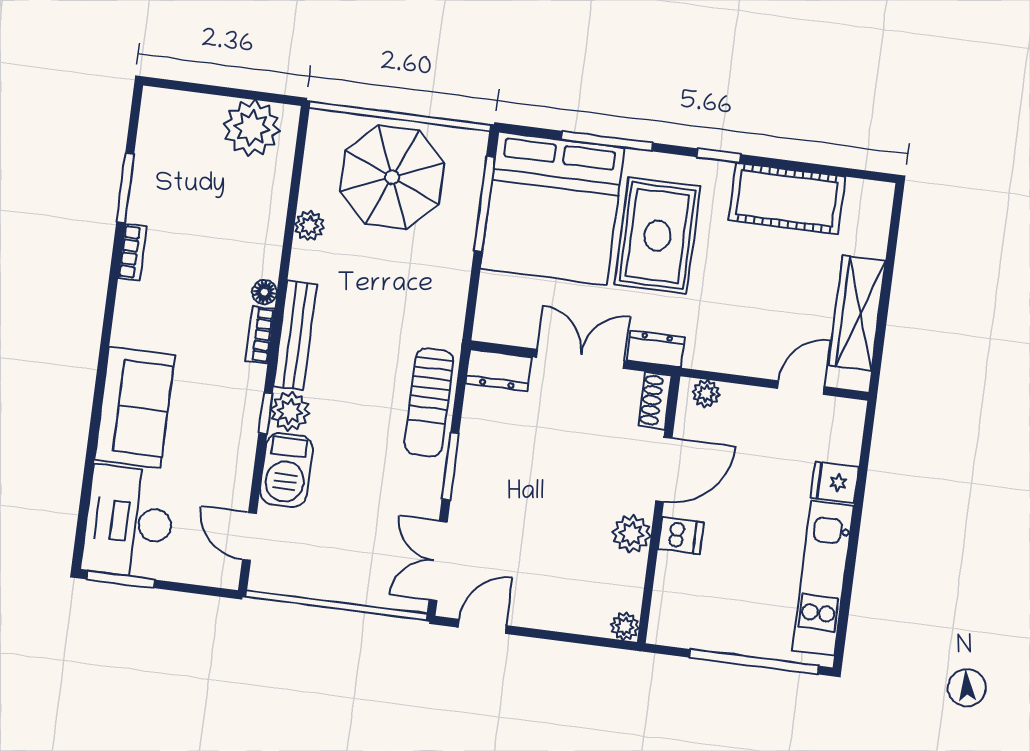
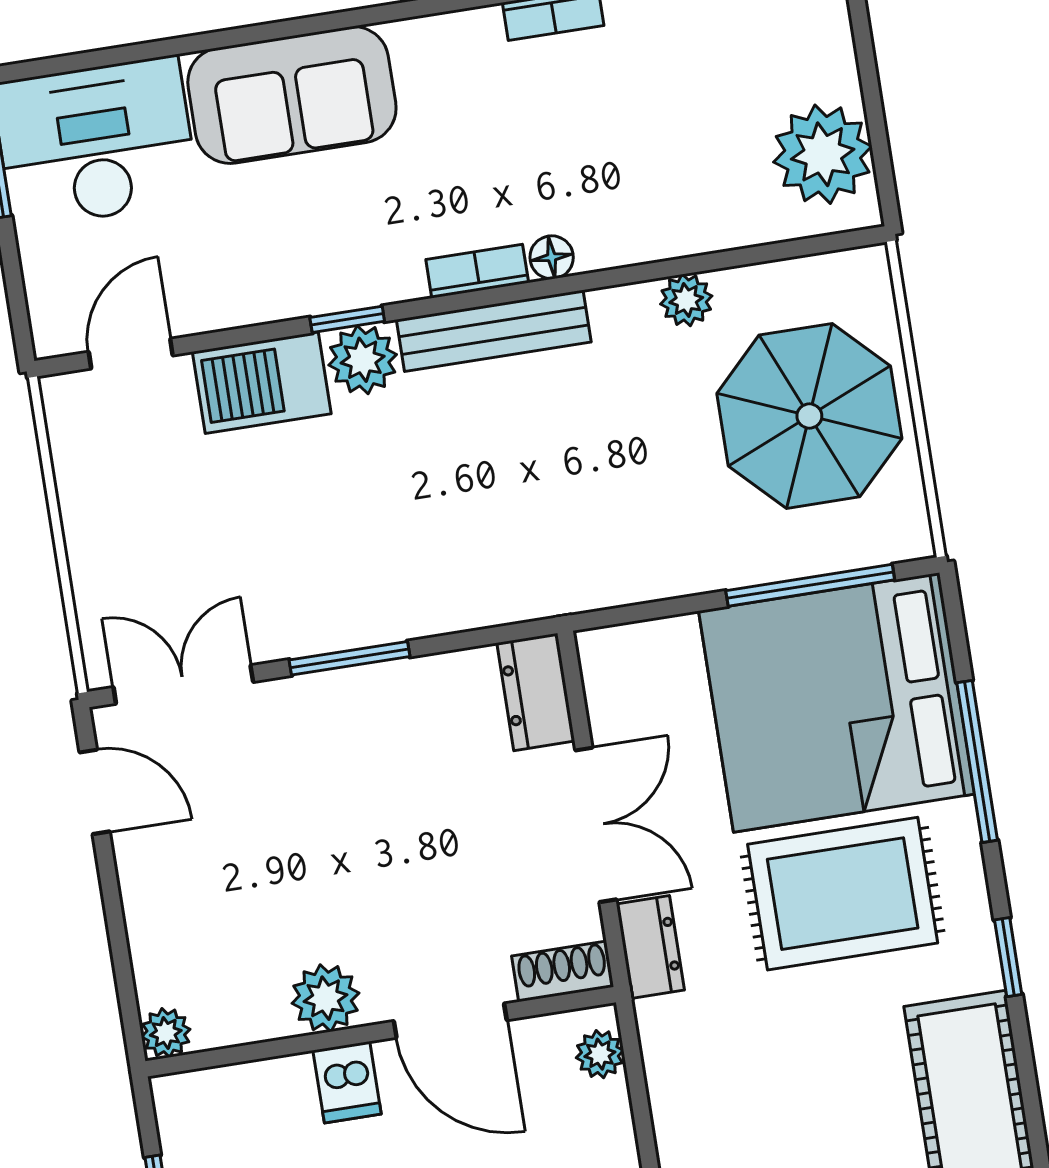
sun lounger: (429, 402) -> (447, 590), removed

